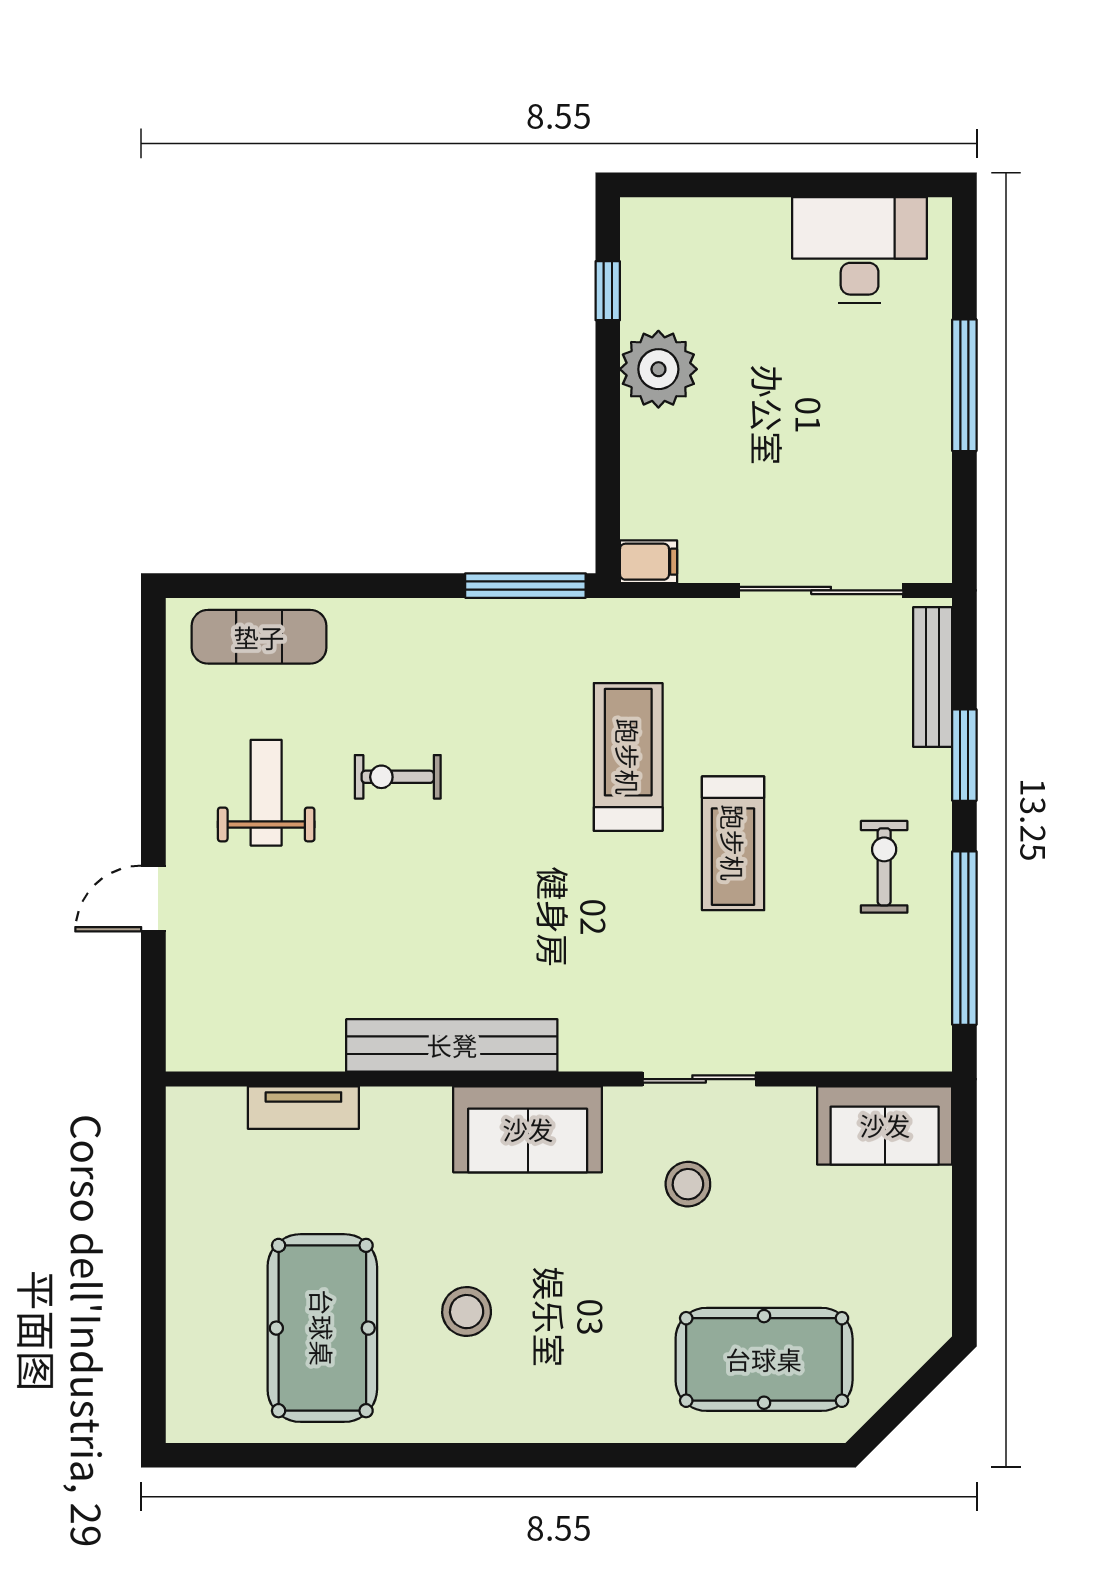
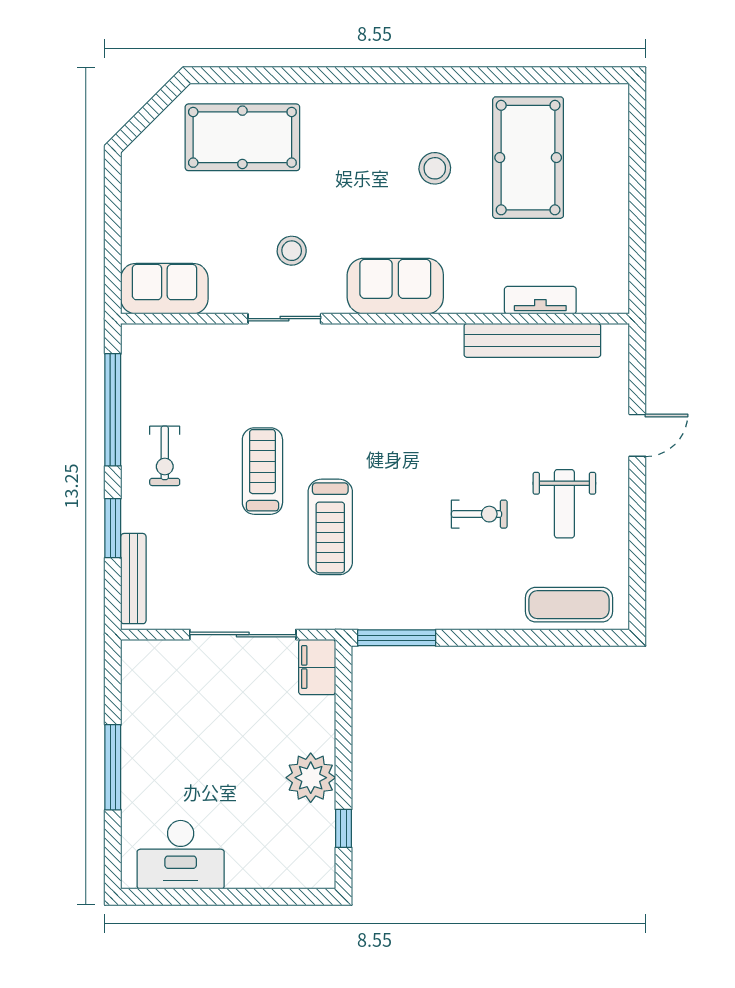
filing cabinet: (648, 562) -> (317, 667), width x2.00
sliding door: (821, 590) -> (243, 635), moved
bench: (452, 1045) -> (532, 340), moved

